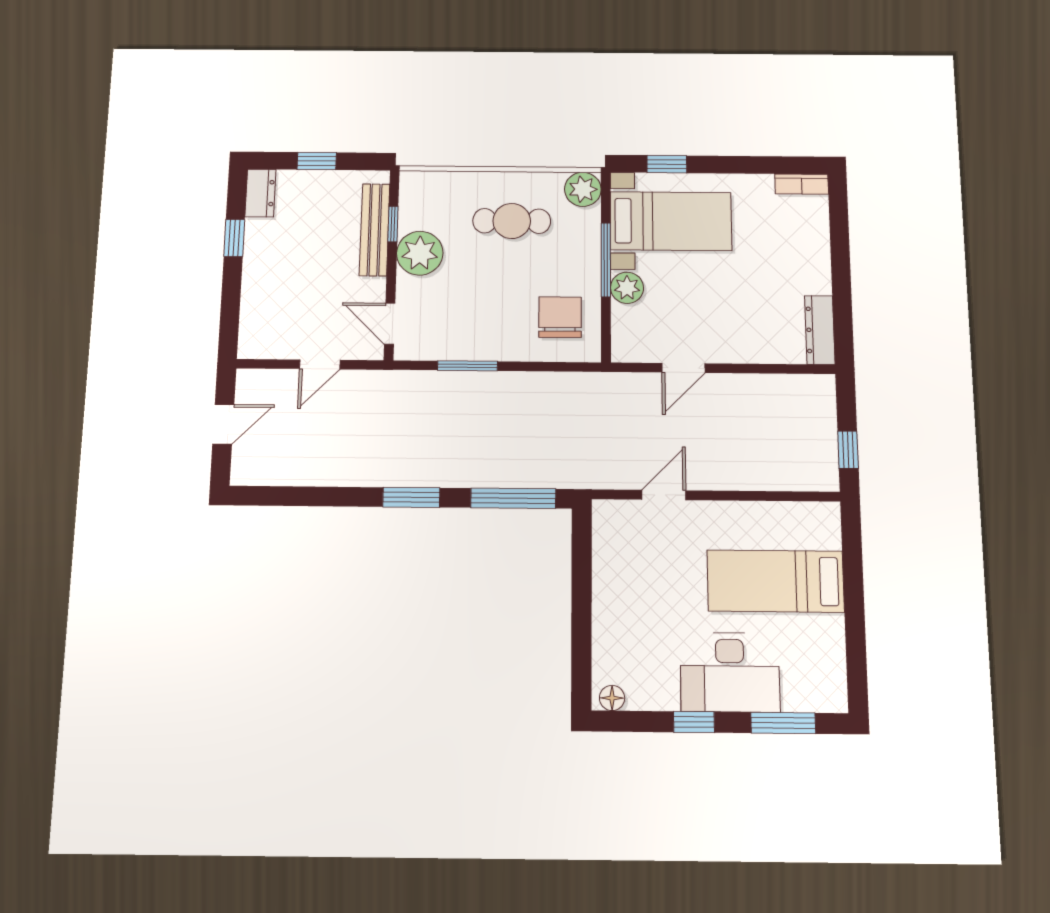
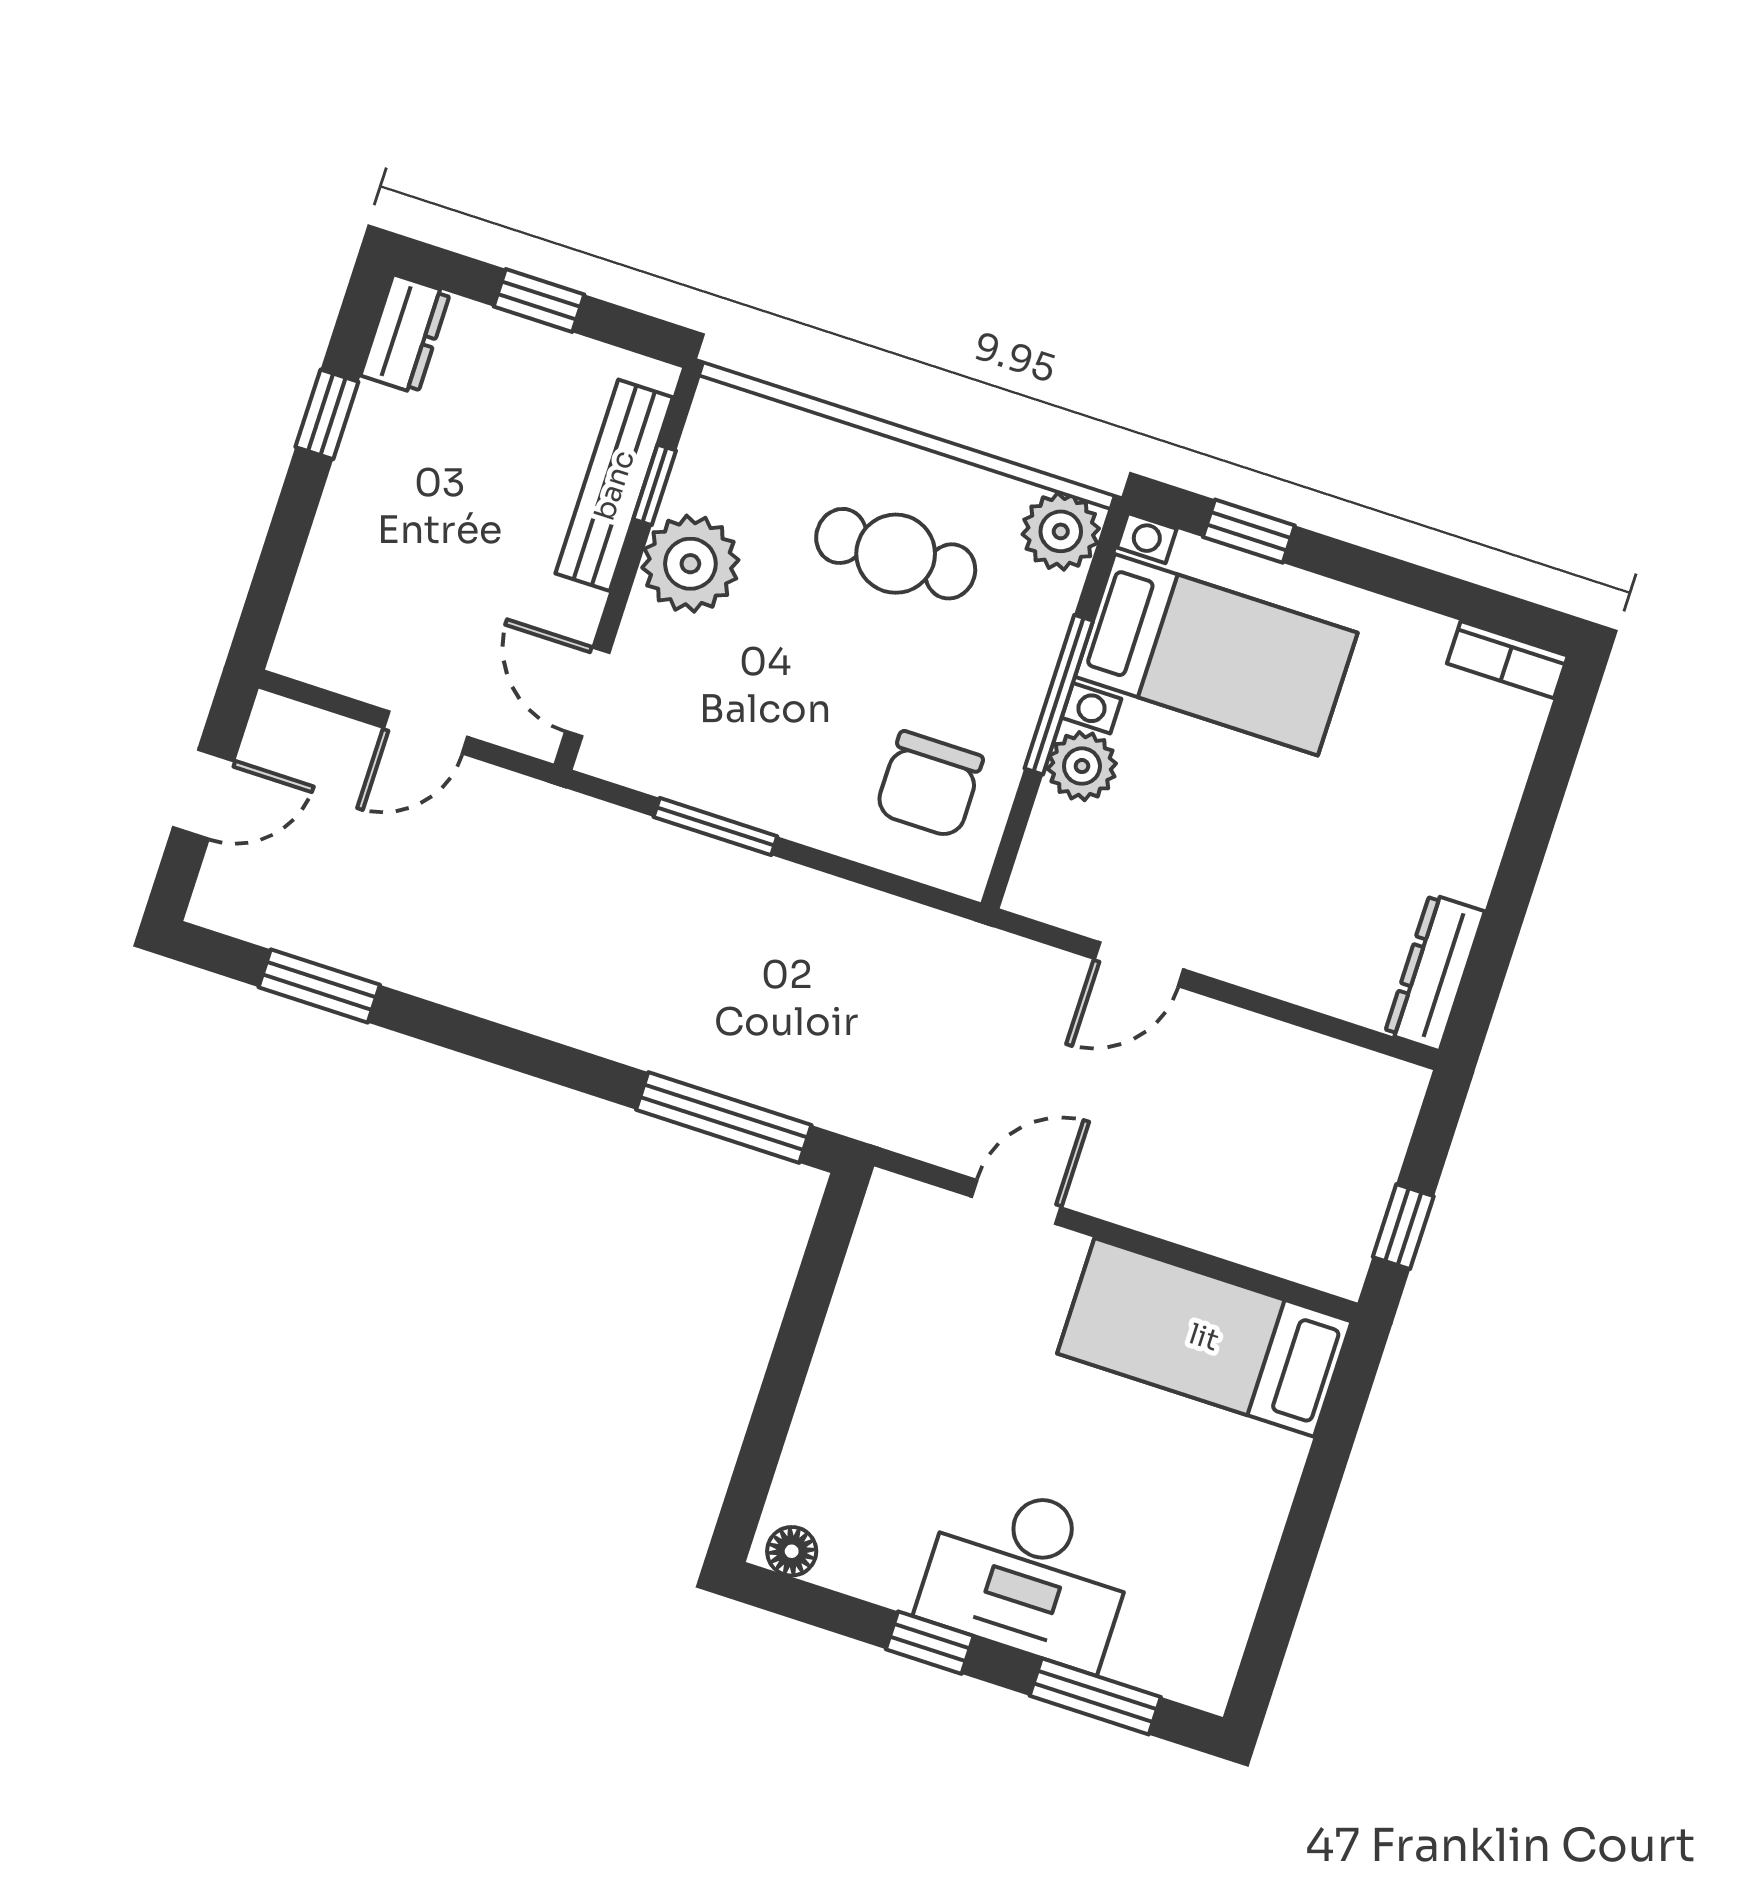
chair: (560, 317) -> (929, 785), turned 180
window: (411, 497) -> (319, 986), moved
bed: (775, 581) -> (1204, 1337), moved

